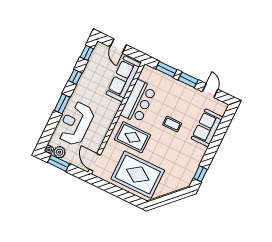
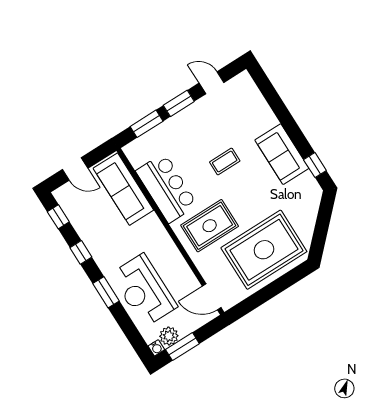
sofa: (207, 128) -> (282, 154), moved

